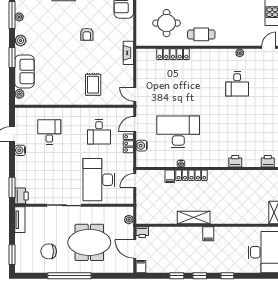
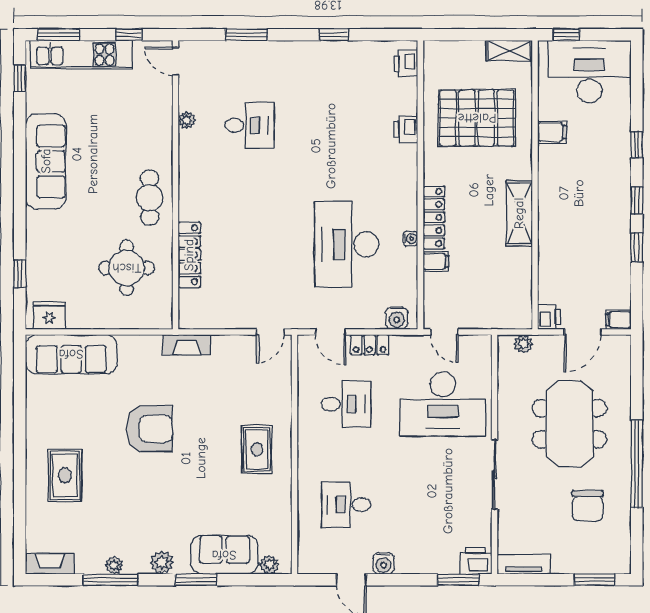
armchair: (87, 34) -> (149, 429), width x1.88, depth x1.88
rug: (93, 85) -> (257, 449), moved, turned 90
water cooler: (142, 146) -> (397, 318), moved
pallet: (241, 196) -> (477, 118), added
filing cabinet: (208, 234) -> (552, 132), moved

